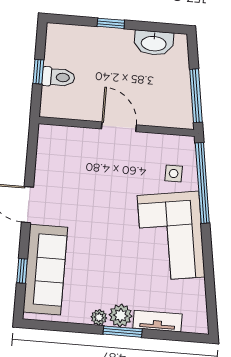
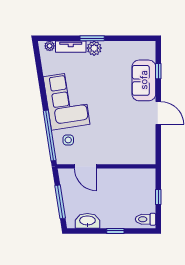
toilet: (58, 77) -> (146, 219), moved
window: (196, 96) -> (60, 202), moved
door: (119, 127) -> (85, 166), moved
sofa: (45, 270) -> (144, 80), width x0.73
plant: (99, 317) -> (50, 46), moved

